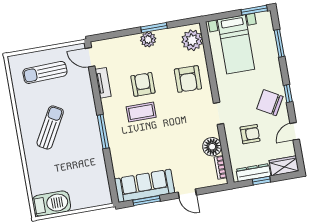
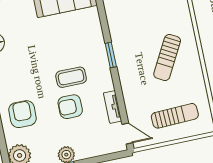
armchair: (143, 84) -> (70, 107), turned 90
window: (103, 132) -> (111, 55), width x0.69

